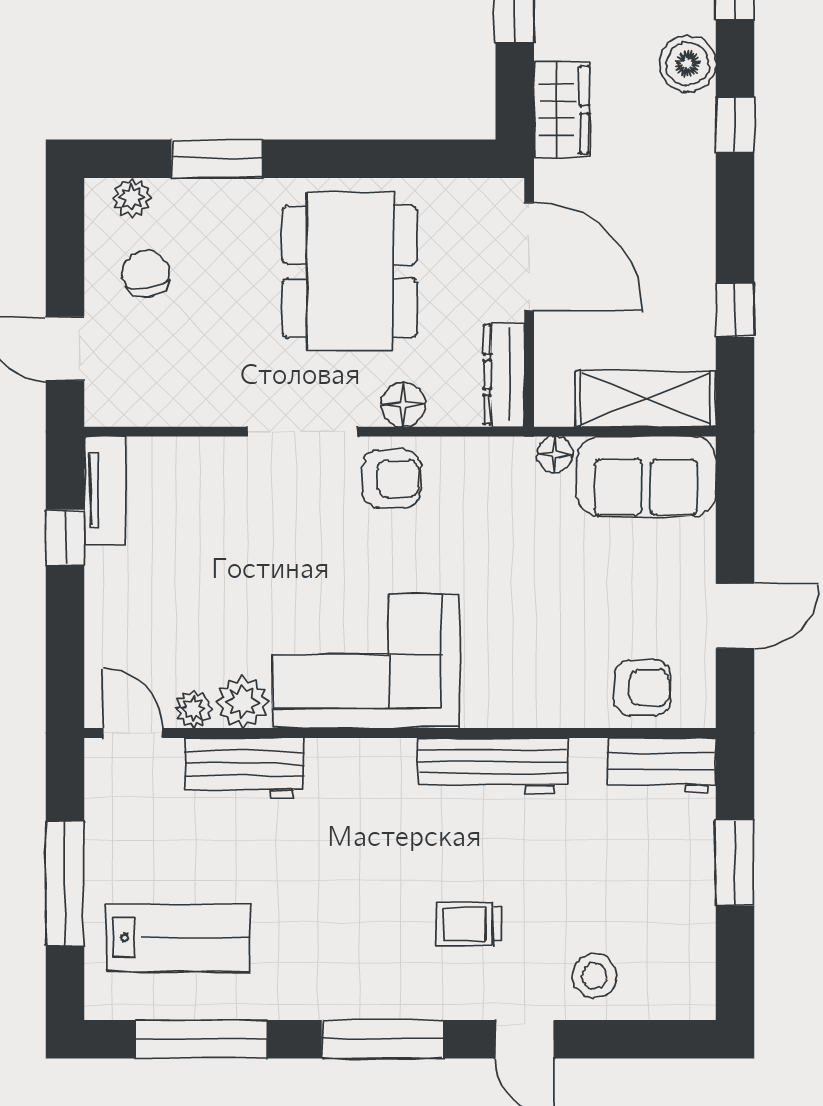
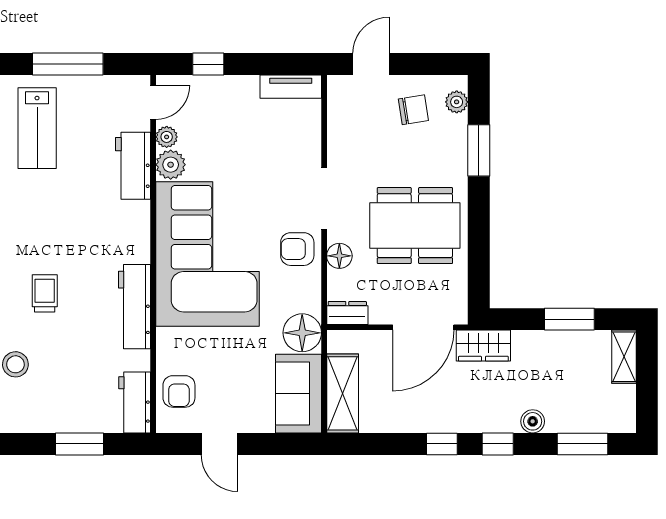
boiler: (688, 64) -> (533, 421), width x0.73, depth x0.73
wardrobe: (562, 110) -> (483, 346), moved
window: (735, 310) -> (442, 444), moved
dresser: (504, 375) -> (347, 313), width x0.70
floor lamp: (555, 454) -> (302, 333), width x1.89, depth x1.89
armchair: (391, 479) -> (297, 249), turned 90
window: (65, 537) -> (208, 64), moved
corner sofa: (366, 661) -> (207, 254), width x1.36, depth x1.36

